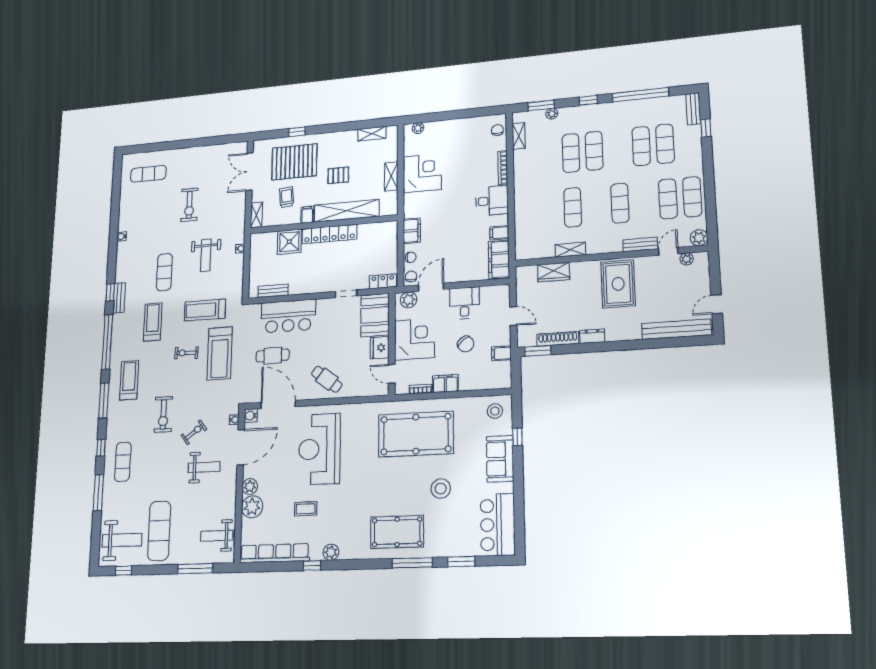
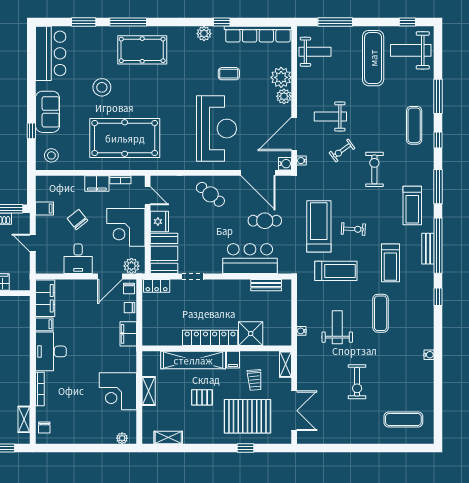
desk: (492, 201) -> (51, 351), width x1.37
exercise bike: (189, 205) -> (357, 382), turned 180
bench: (119, 298) -> (428, 249), moved

